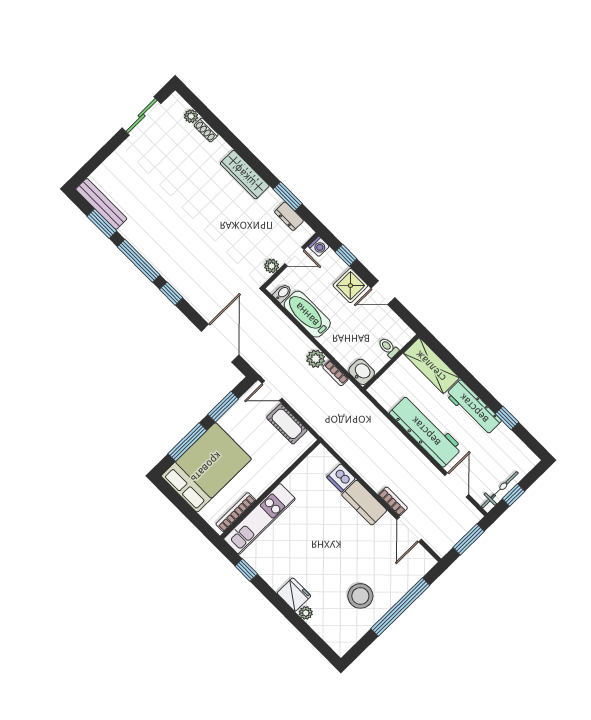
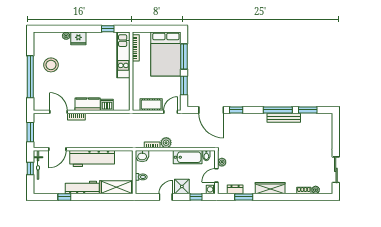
bench: (101, 204) -> (284, 118), moved
window: (171, 294) -> (236, 110), moved
door: (457, 485) -> (57, 149), hinge flipped

